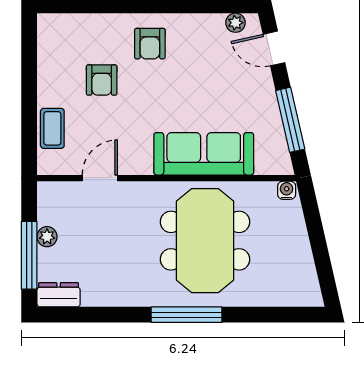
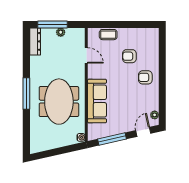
meeting table: (205, 241) -> (59, 102), turned 90
dresser: (59, 295) -> (35, 41), width x1.44

